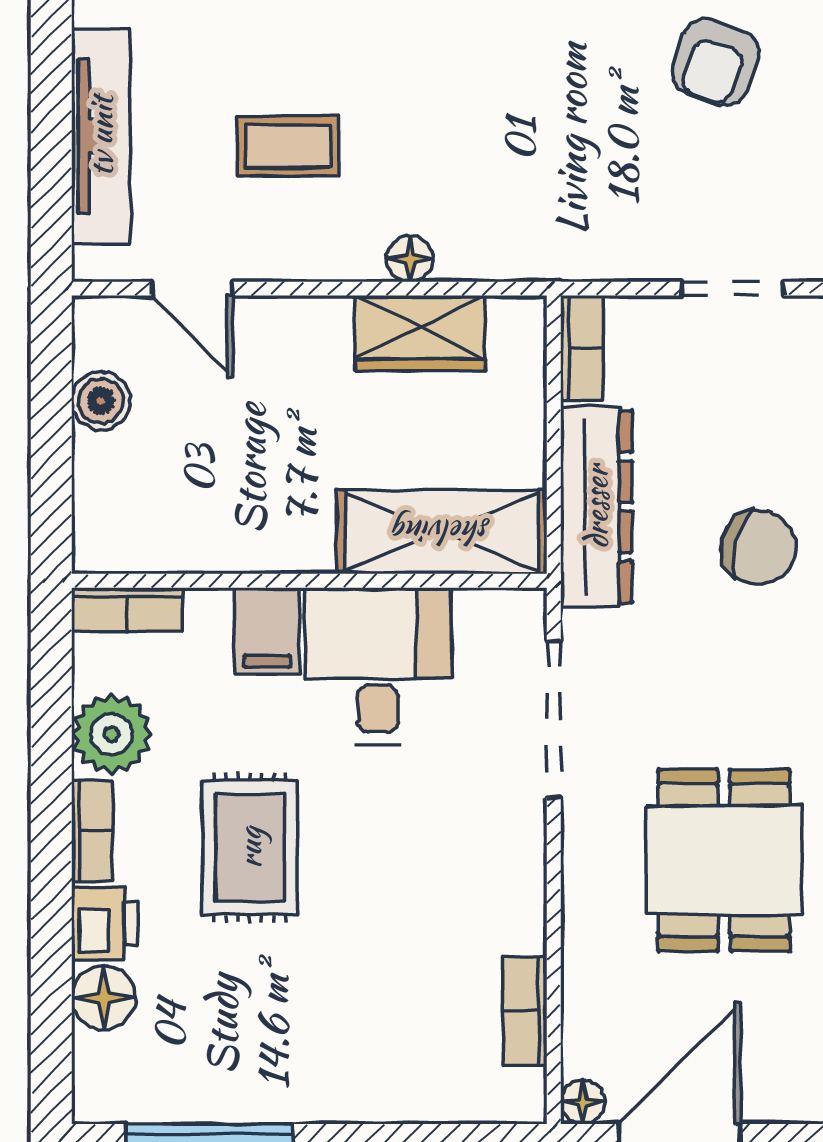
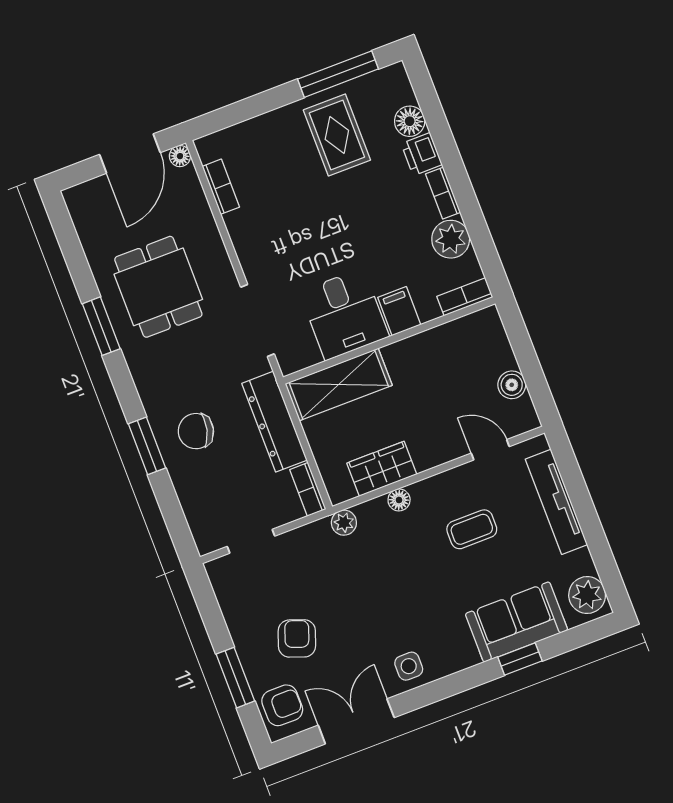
plant: (536, 255) -> (344, 523), added
rug: (250, 848) -> (337, 135), moved

